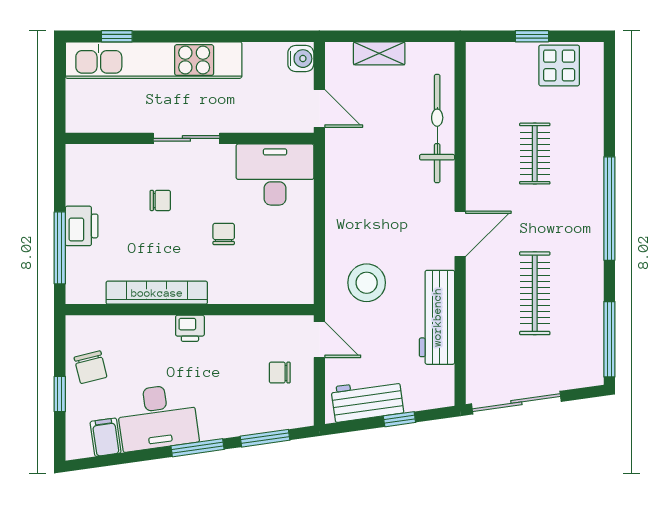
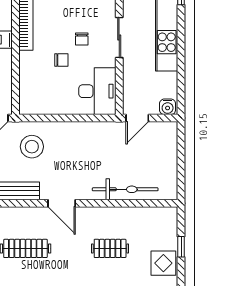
shelving: (379, 53) -> (171, 154), removed
chair: (160, 200) -> (82, 39), moved

